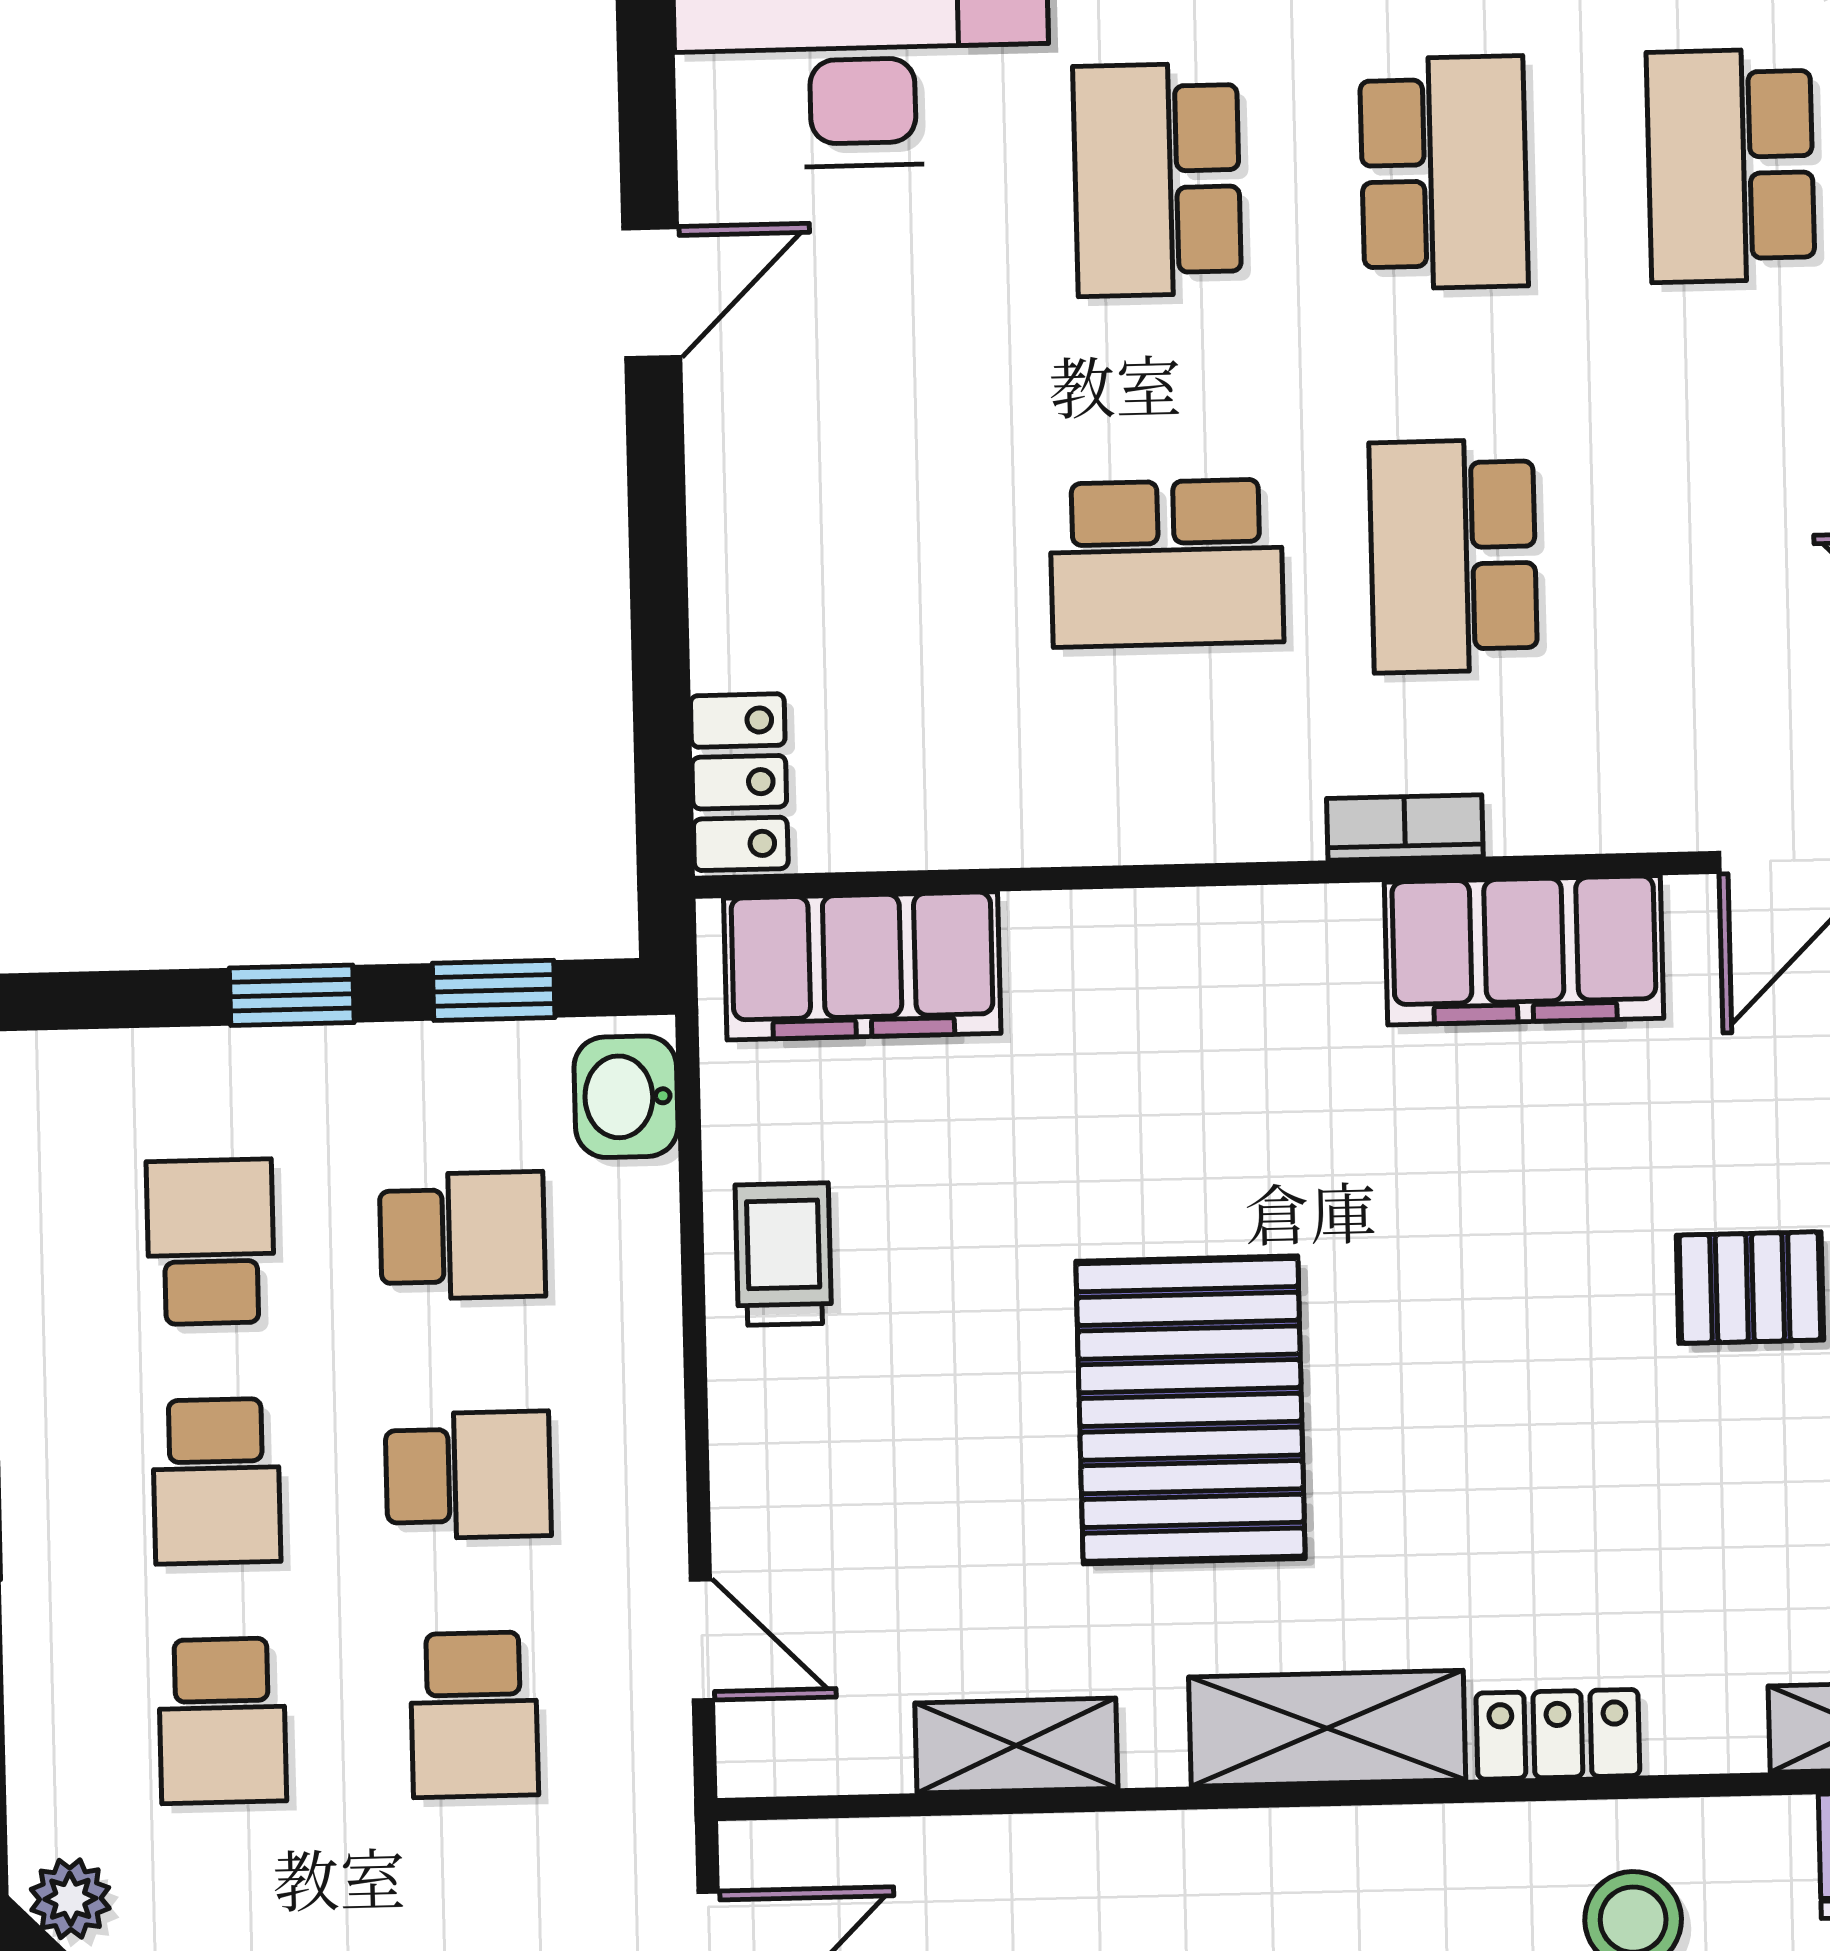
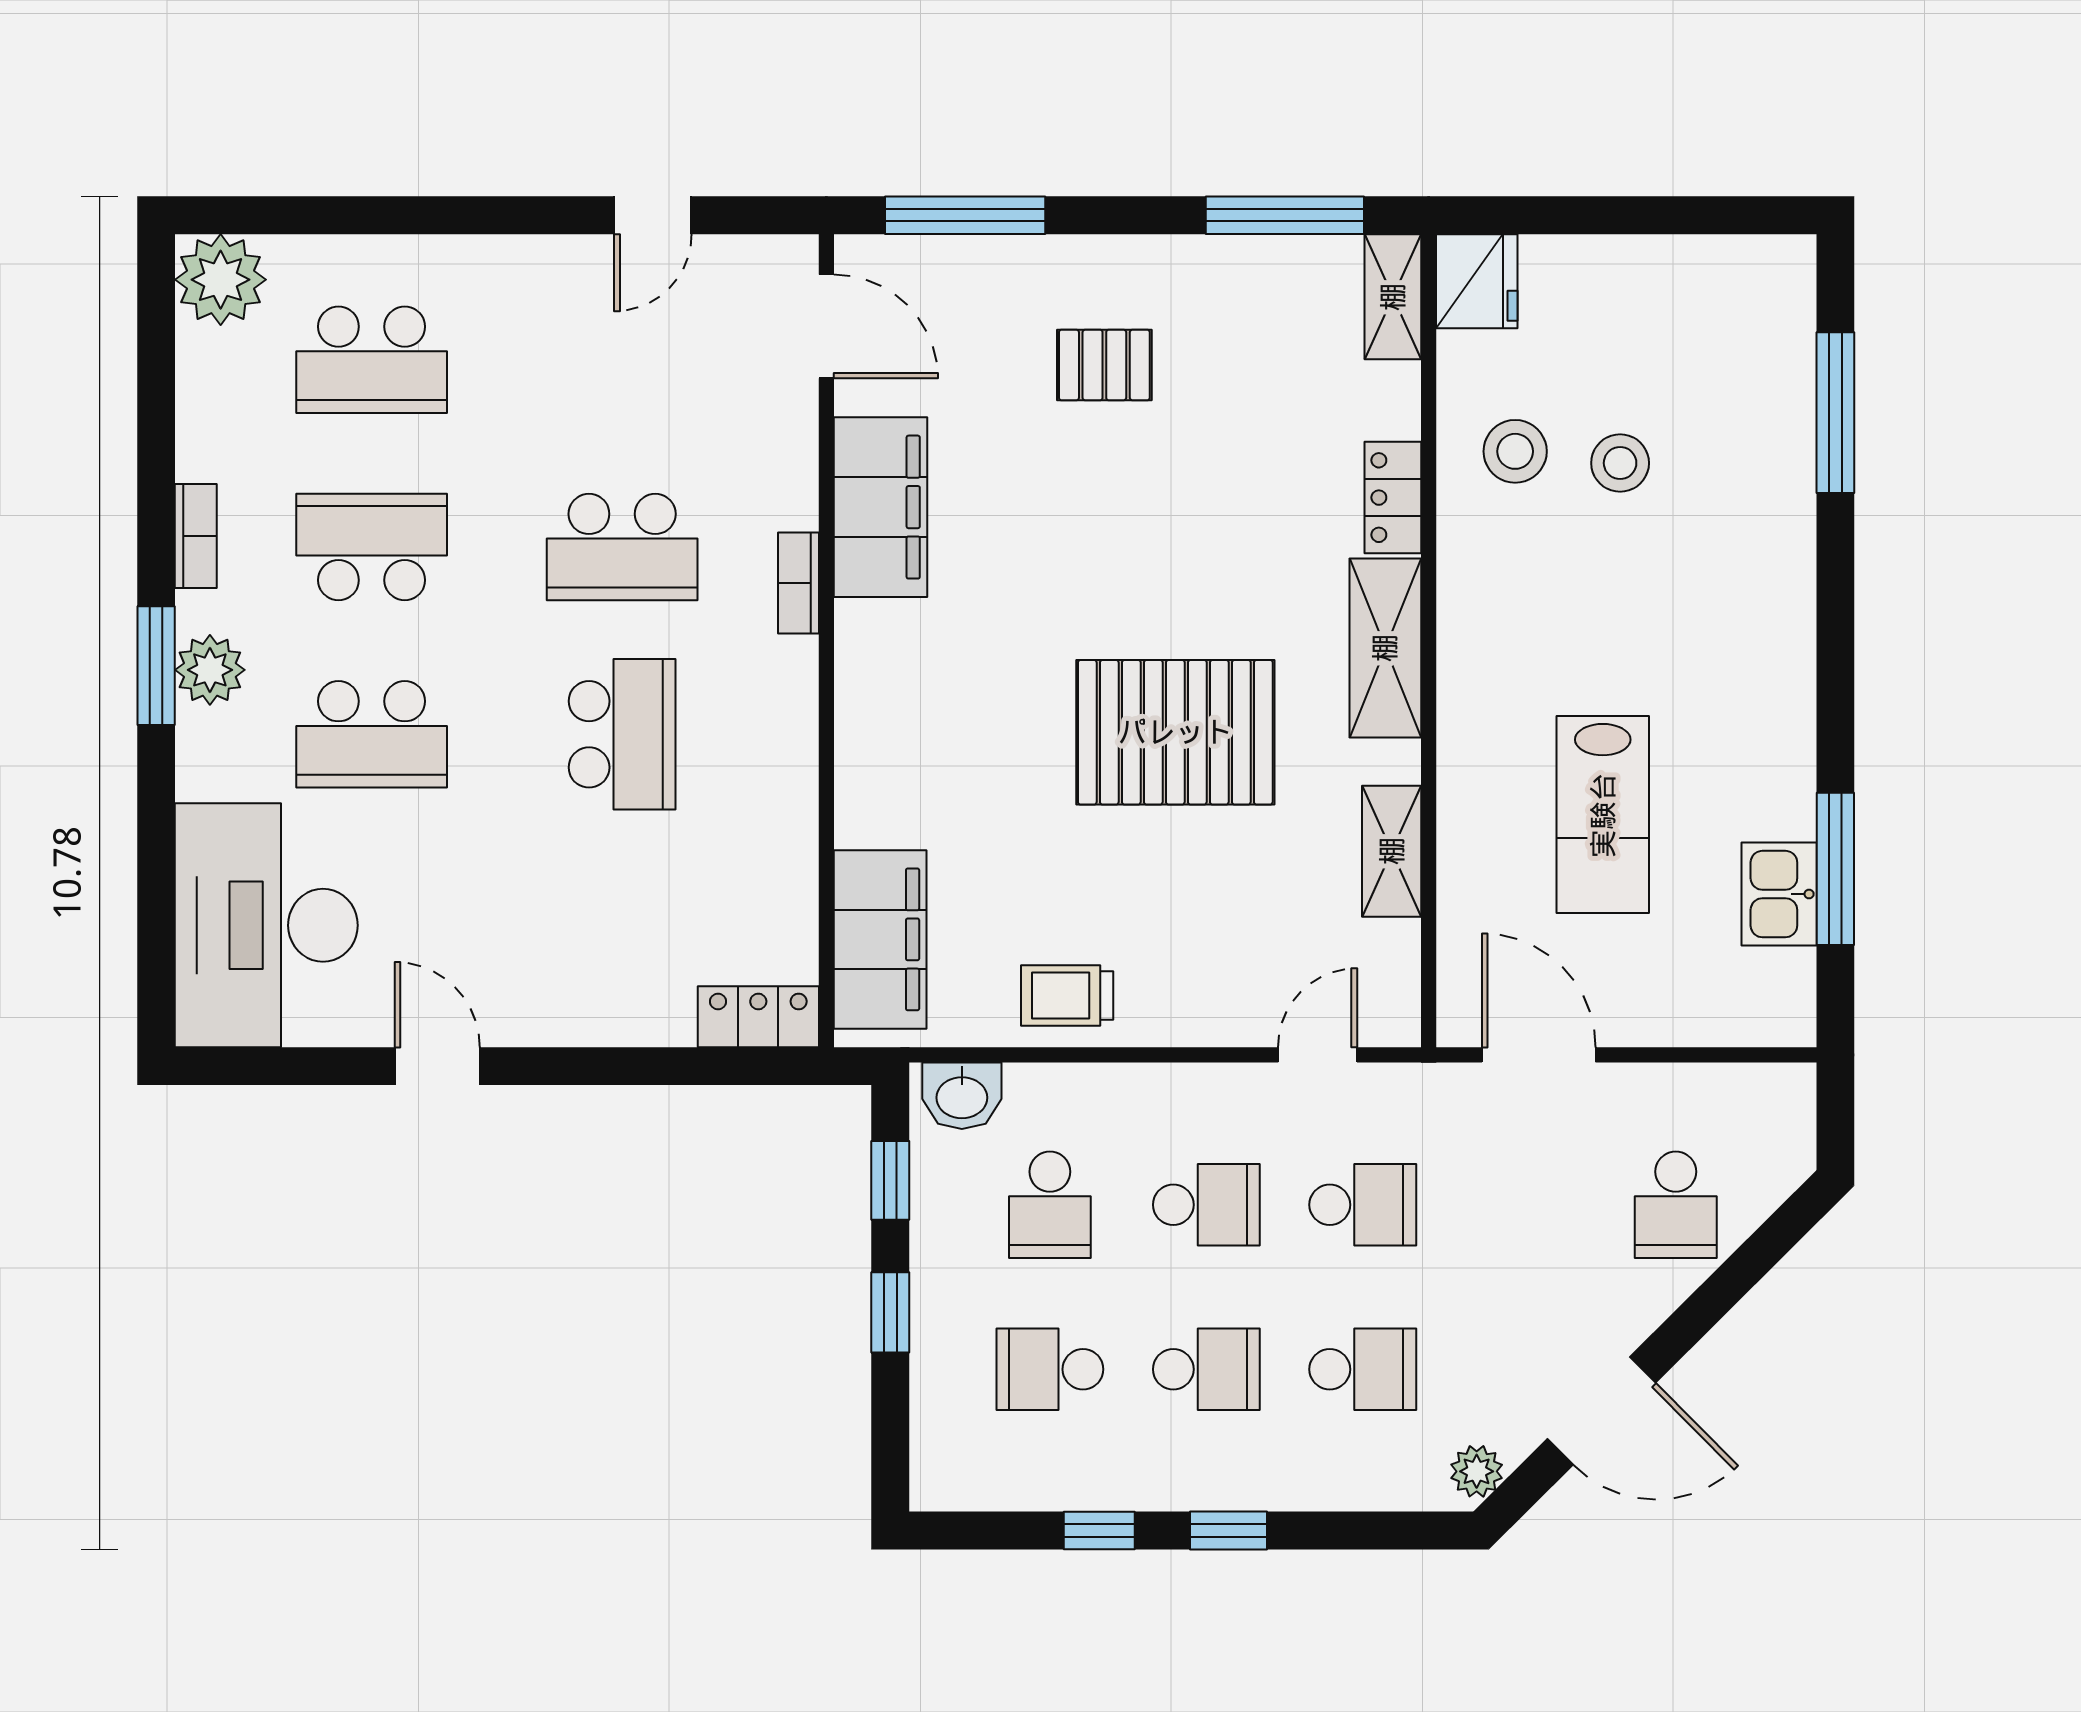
school desk: (462, 1236) -> (1050, 1205), turned 180
pallet: (1750, 1288) -> (1104, 365), turned 90
school desk: (468, 1475) -> (1206, 1205), turned 90

